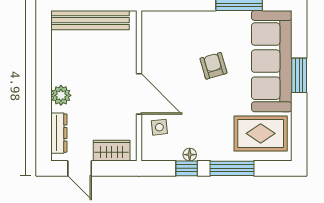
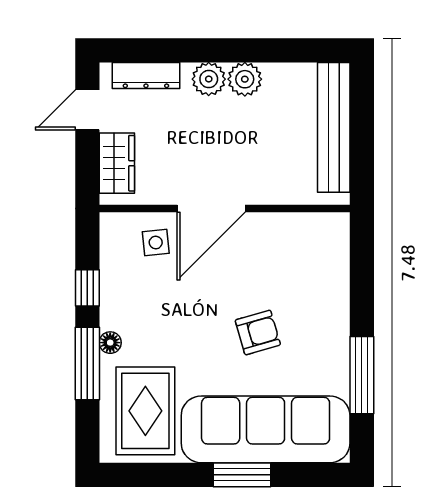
plant: (61, 74) -> (245, 79), added
floor lamp: (190, 155) -> (110, 343), moved

